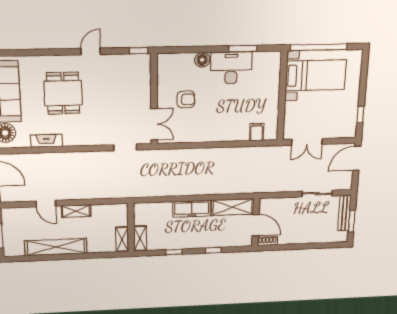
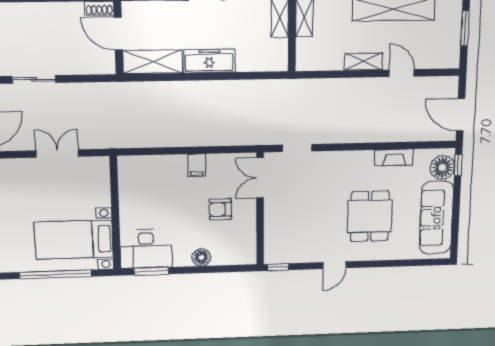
desk: (231, 68) -> (146, 249), moved
bed with nightstands: (316, 75) -> (74, 240), moved
wall: (282, 96) -> (115, 213), moved
filing cabinet: (257, 132) -> (197, 165), moved

